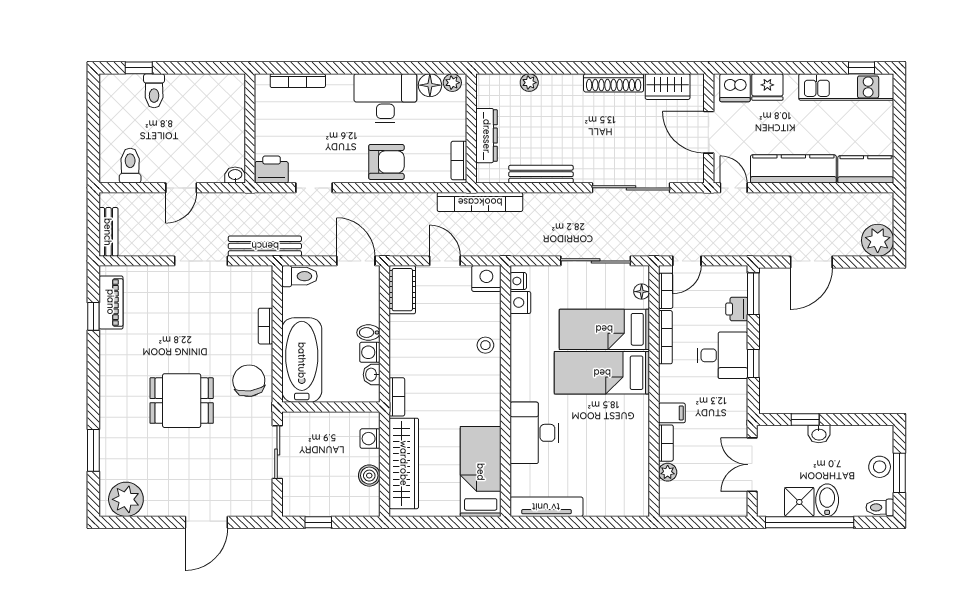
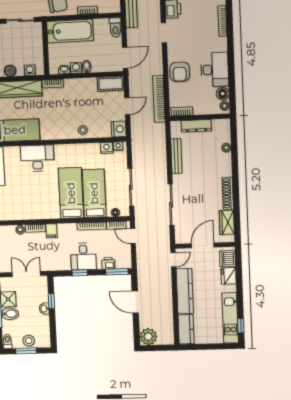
bookcase: (480, 202) -> (159, 99), moved

